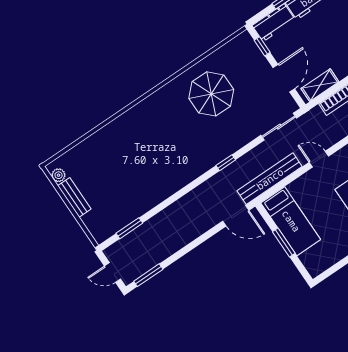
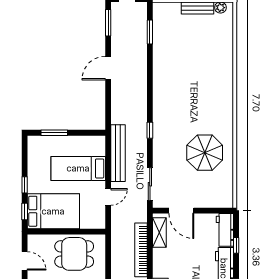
window: (262, 46) -> (214, 211), removed
door: (236, 216) -> (108, 68), moved
bed: (291, 221) -> (78, 168), moved
window: (284, 243) -> (54, 133), moved

